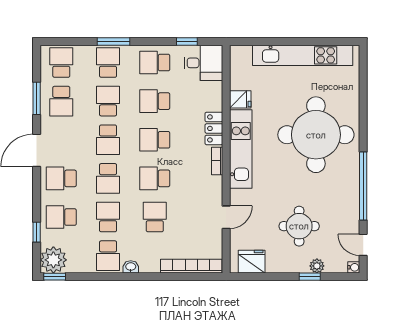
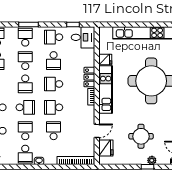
school desk: (155, 101) -> (54, 61), turned -90
school desk: (108, 178) -> (25, 107), turned -90
fridge: (252, 262) -> (106, 148), moved, turned 90

